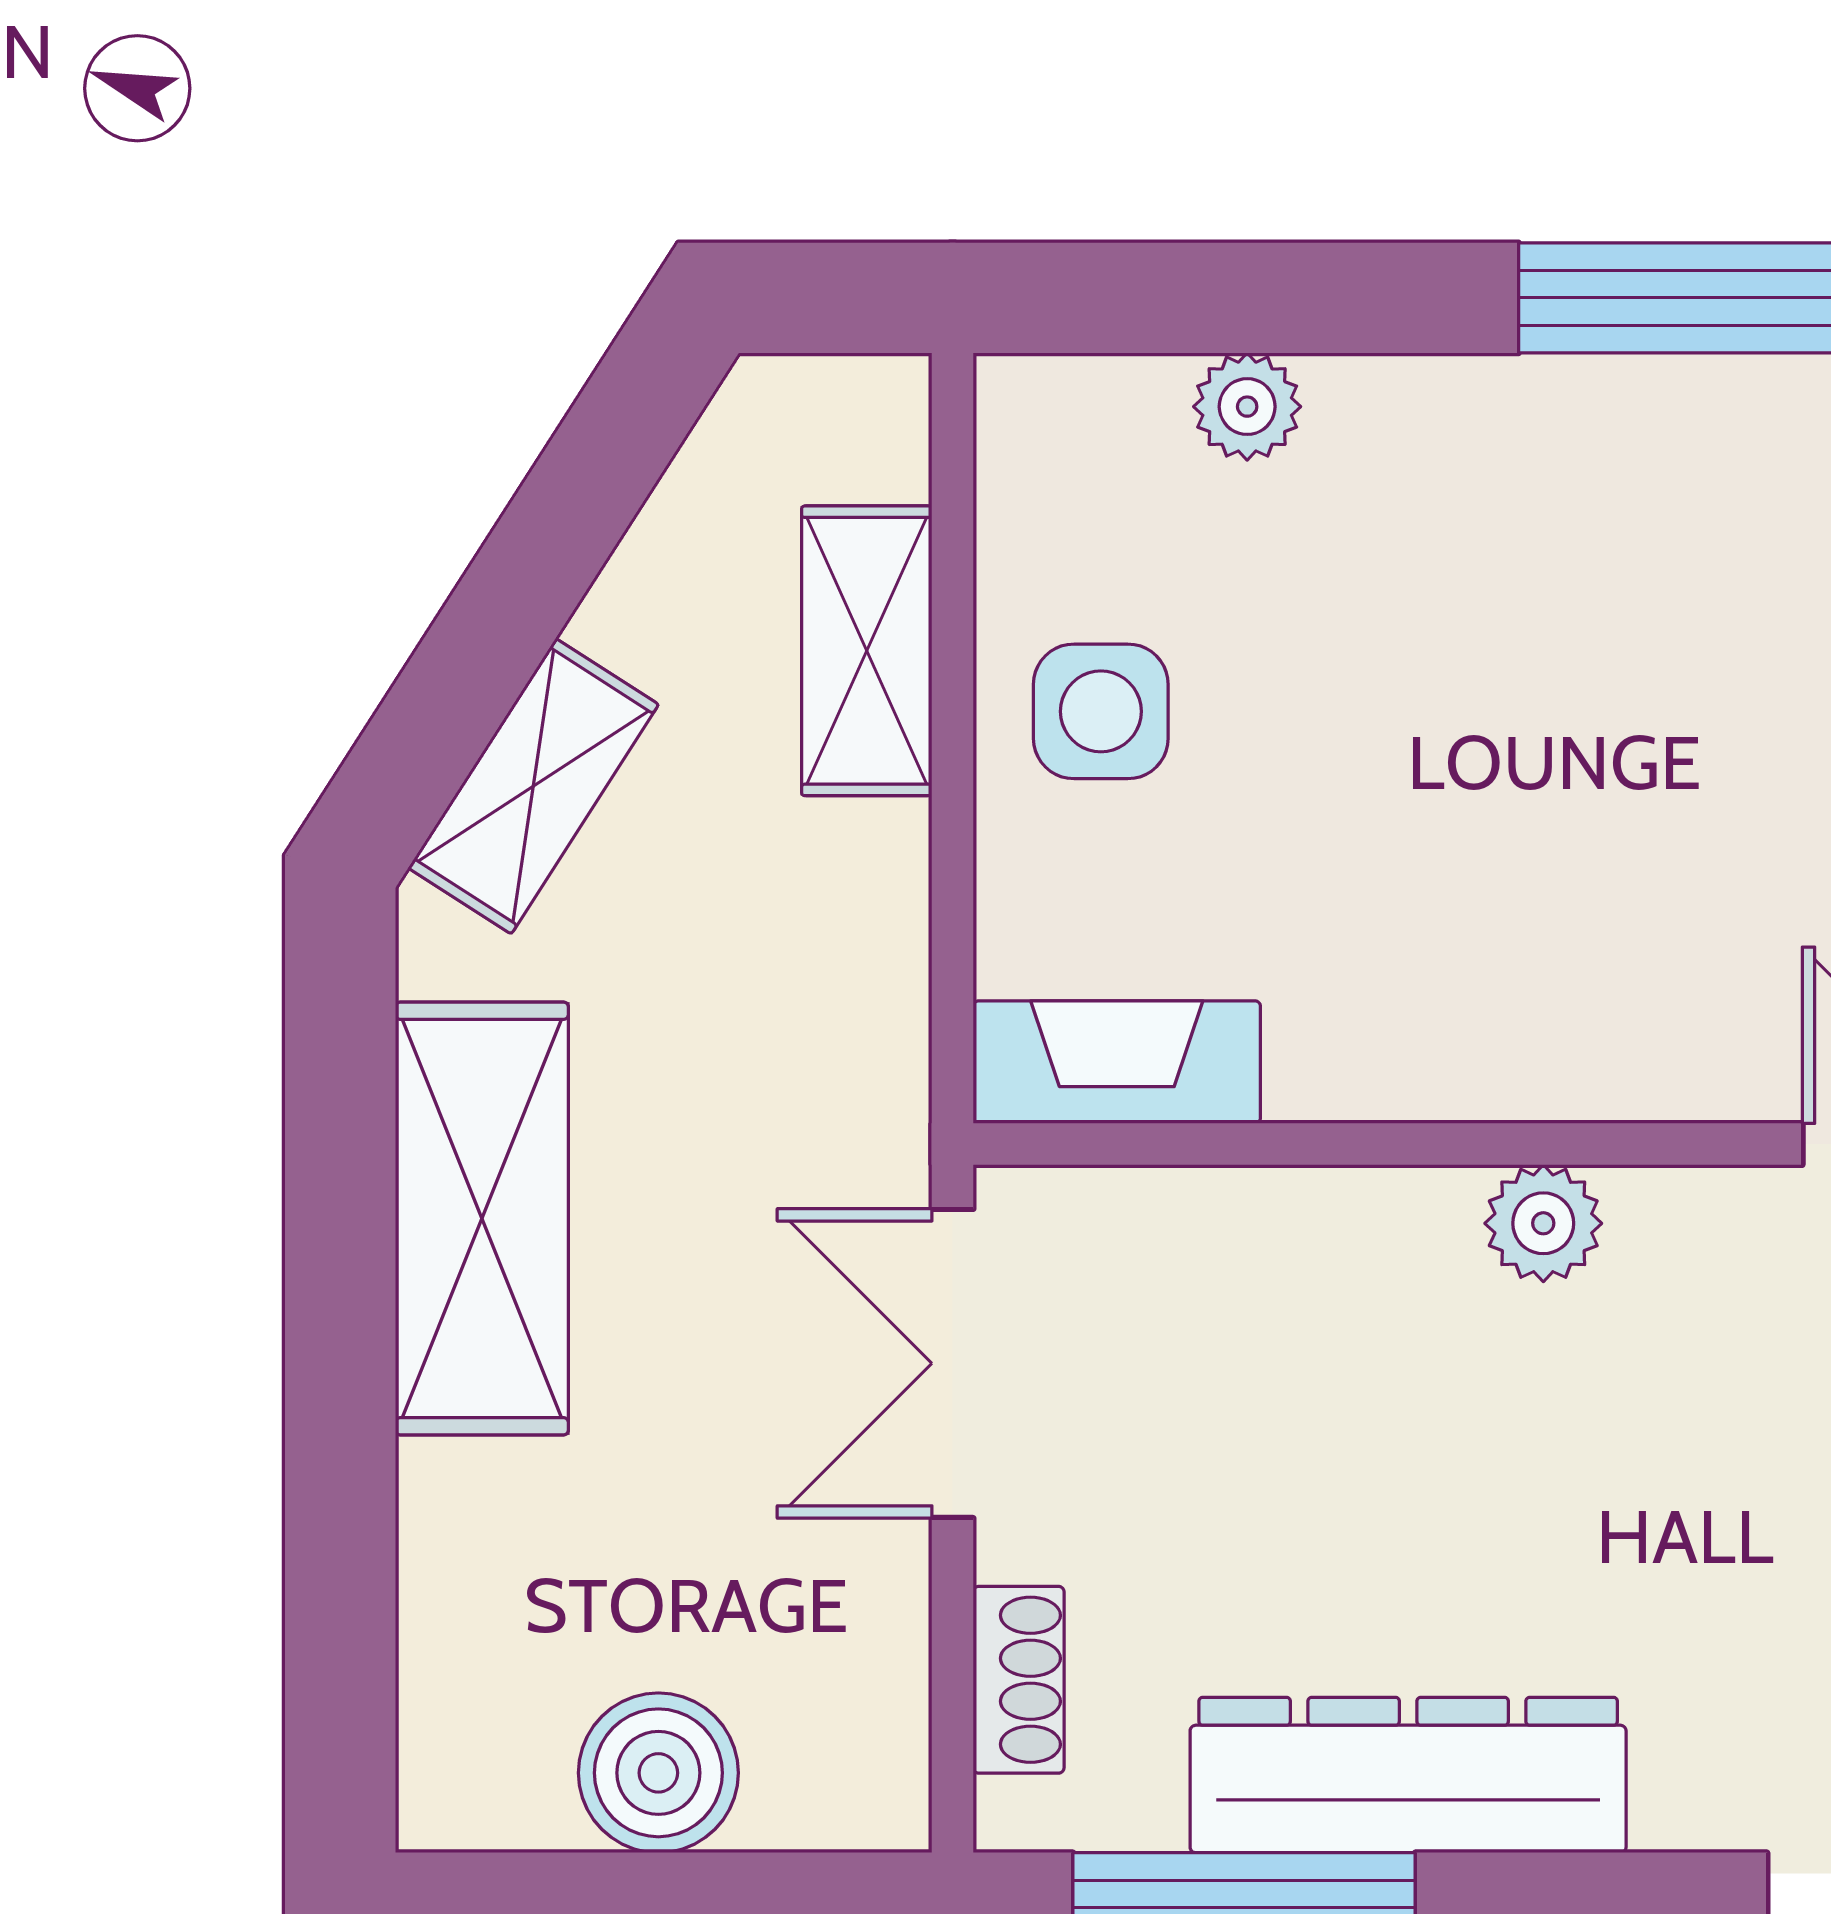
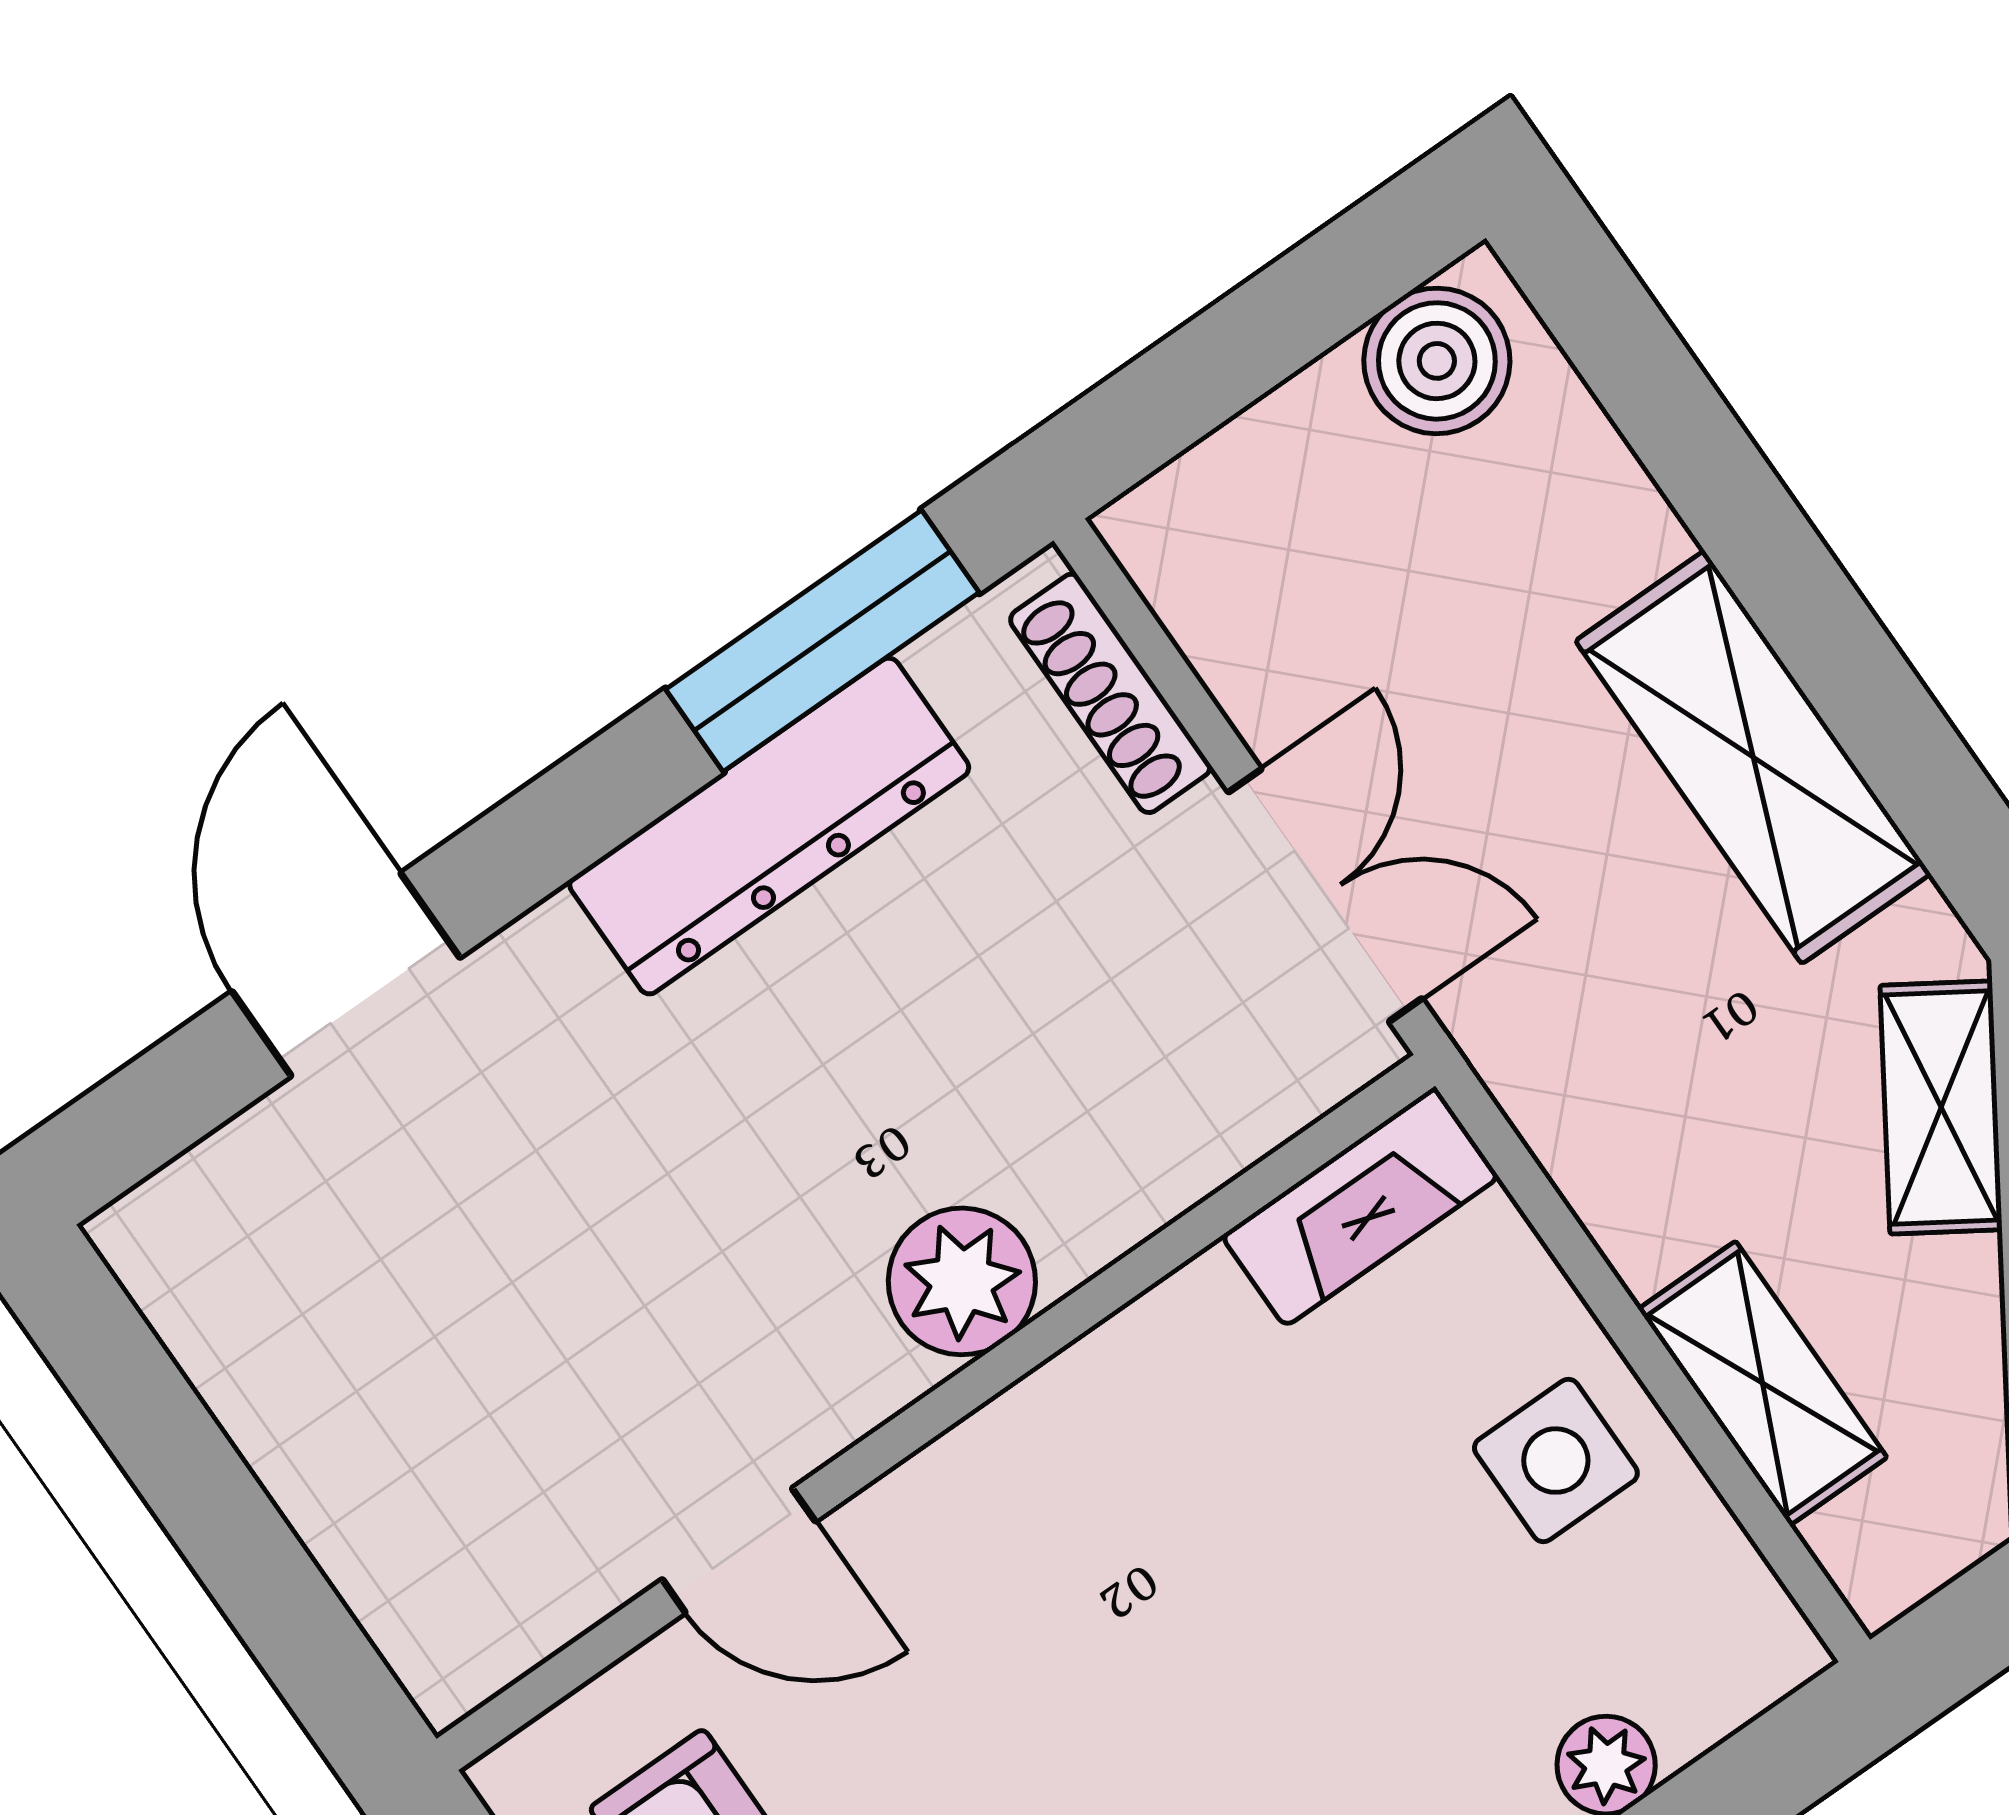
plant: (1543, 1223) -> (962, 1281), width x1.38, depth x1.38
shoe rack: (1019, 1680) -> (1110, 693), width x1.43
boiler: (658, 1773) -> (1437, 361), moved

